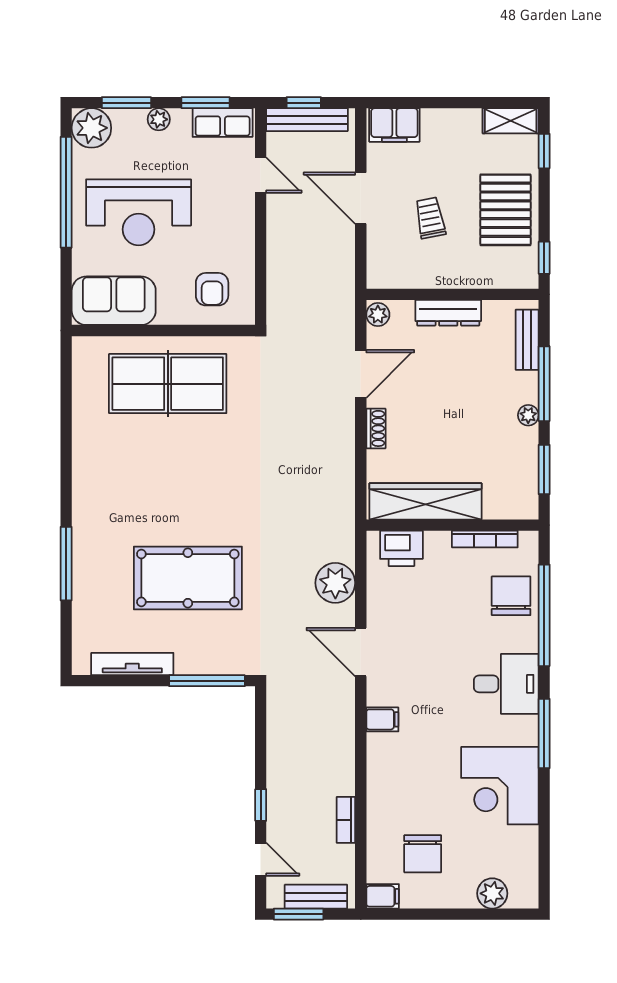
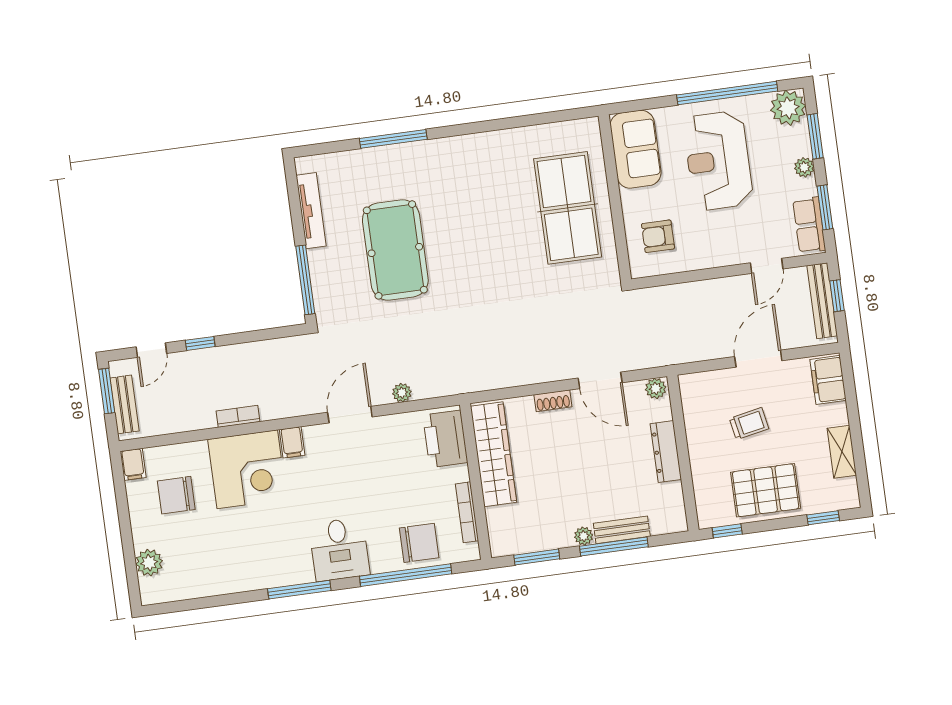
shelving: (511, 121) -> (842, 452), moved
bench: (527, 340) -> (622, 530), moved
printer: (401, 548) -> (445, 439), width x1.37, depth x1.19
plant: (335, 583) -> (402, 393), width x0.53, depth x0.53
corner desk: (500, 786) -> (247, 469), moved, turned 180
bookcase: (346, 820) -> (238, 416), moved

